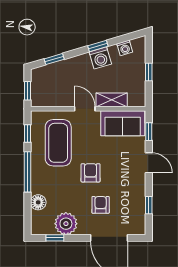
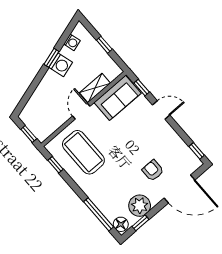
window: (54, 59) -> (28, 95), removed
door: (85, 109) -> (81, 111), hinge flipped
window: (27, 172) -> (99, 214), moved
armchair: (91, 173) -> (126, 154), removed
floor lamp: (38, 202) -> (121, 224), moved
window: (149, 205) -> (197, 151), moved

